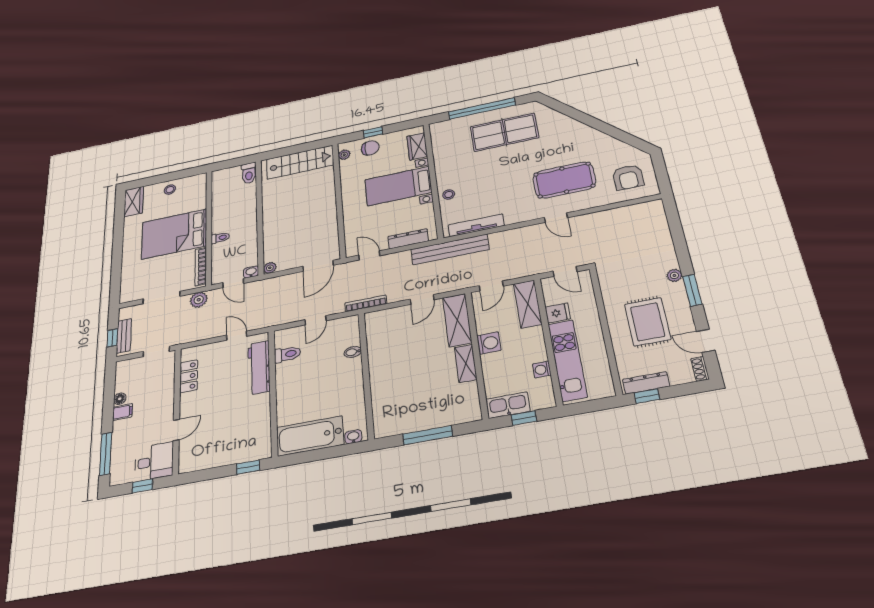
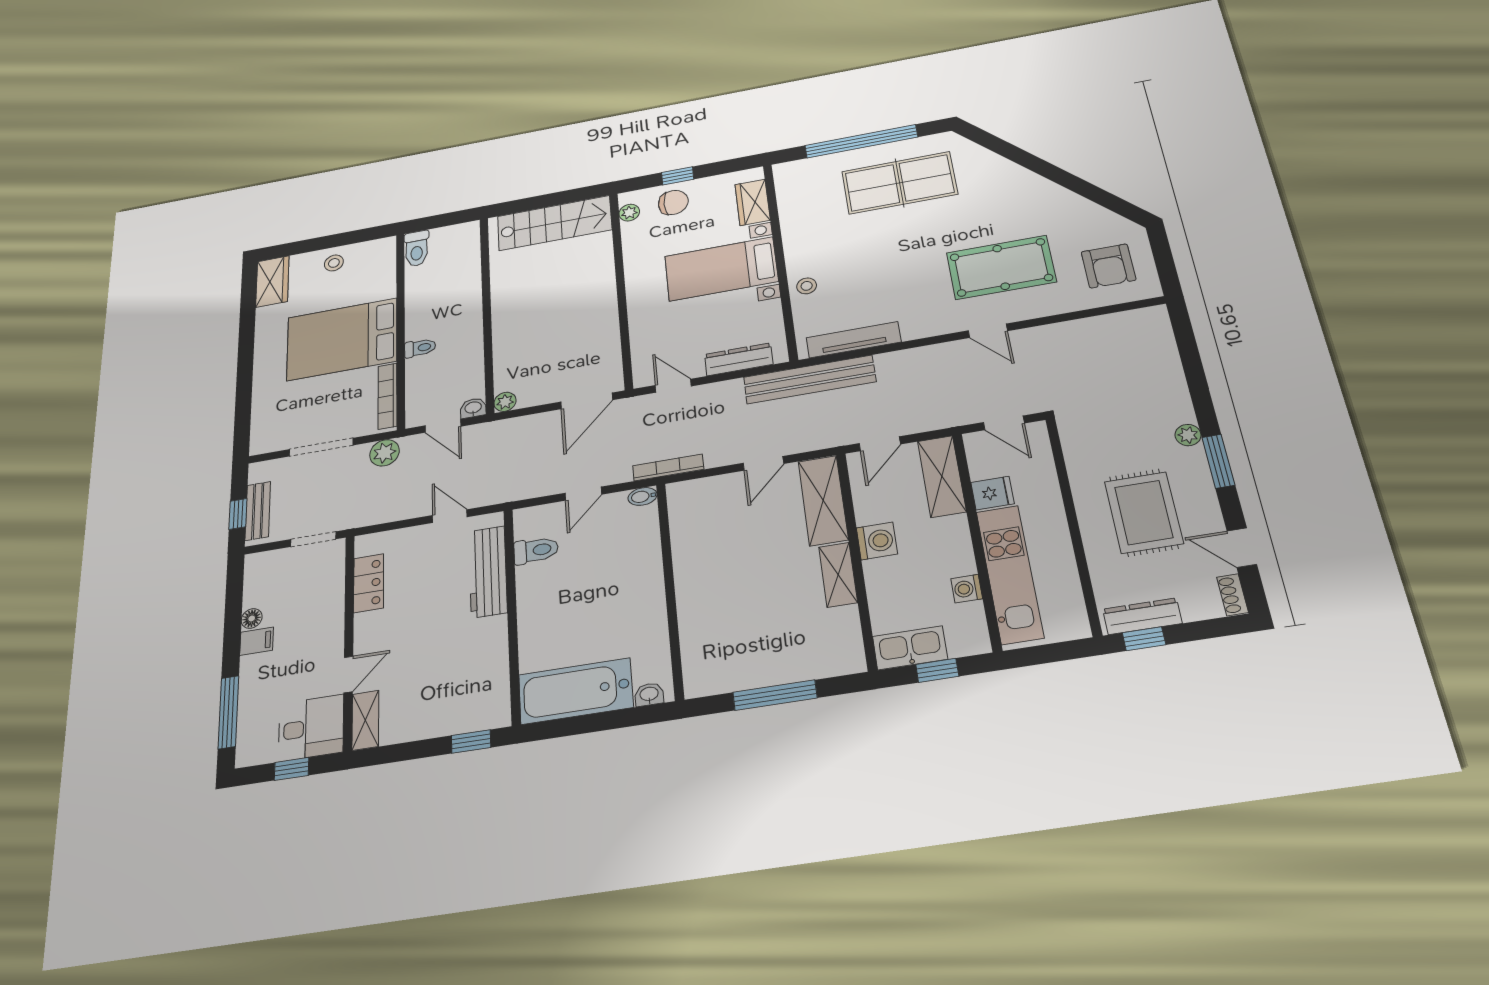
toilet: (249, 173) -> (417, 249), moved
bidet: (353, 352) -> (643, 496), moved
shelving: (186, 456) -> (365, 720), added

